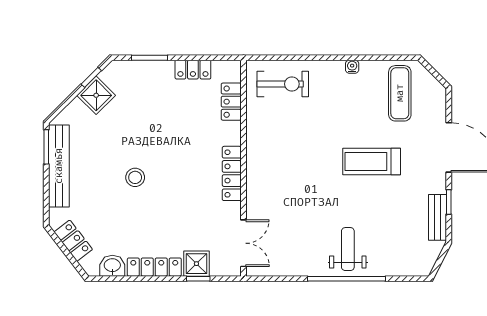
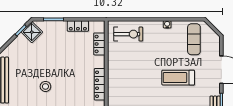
shower: (96, 95) -> (32, 32), moved

